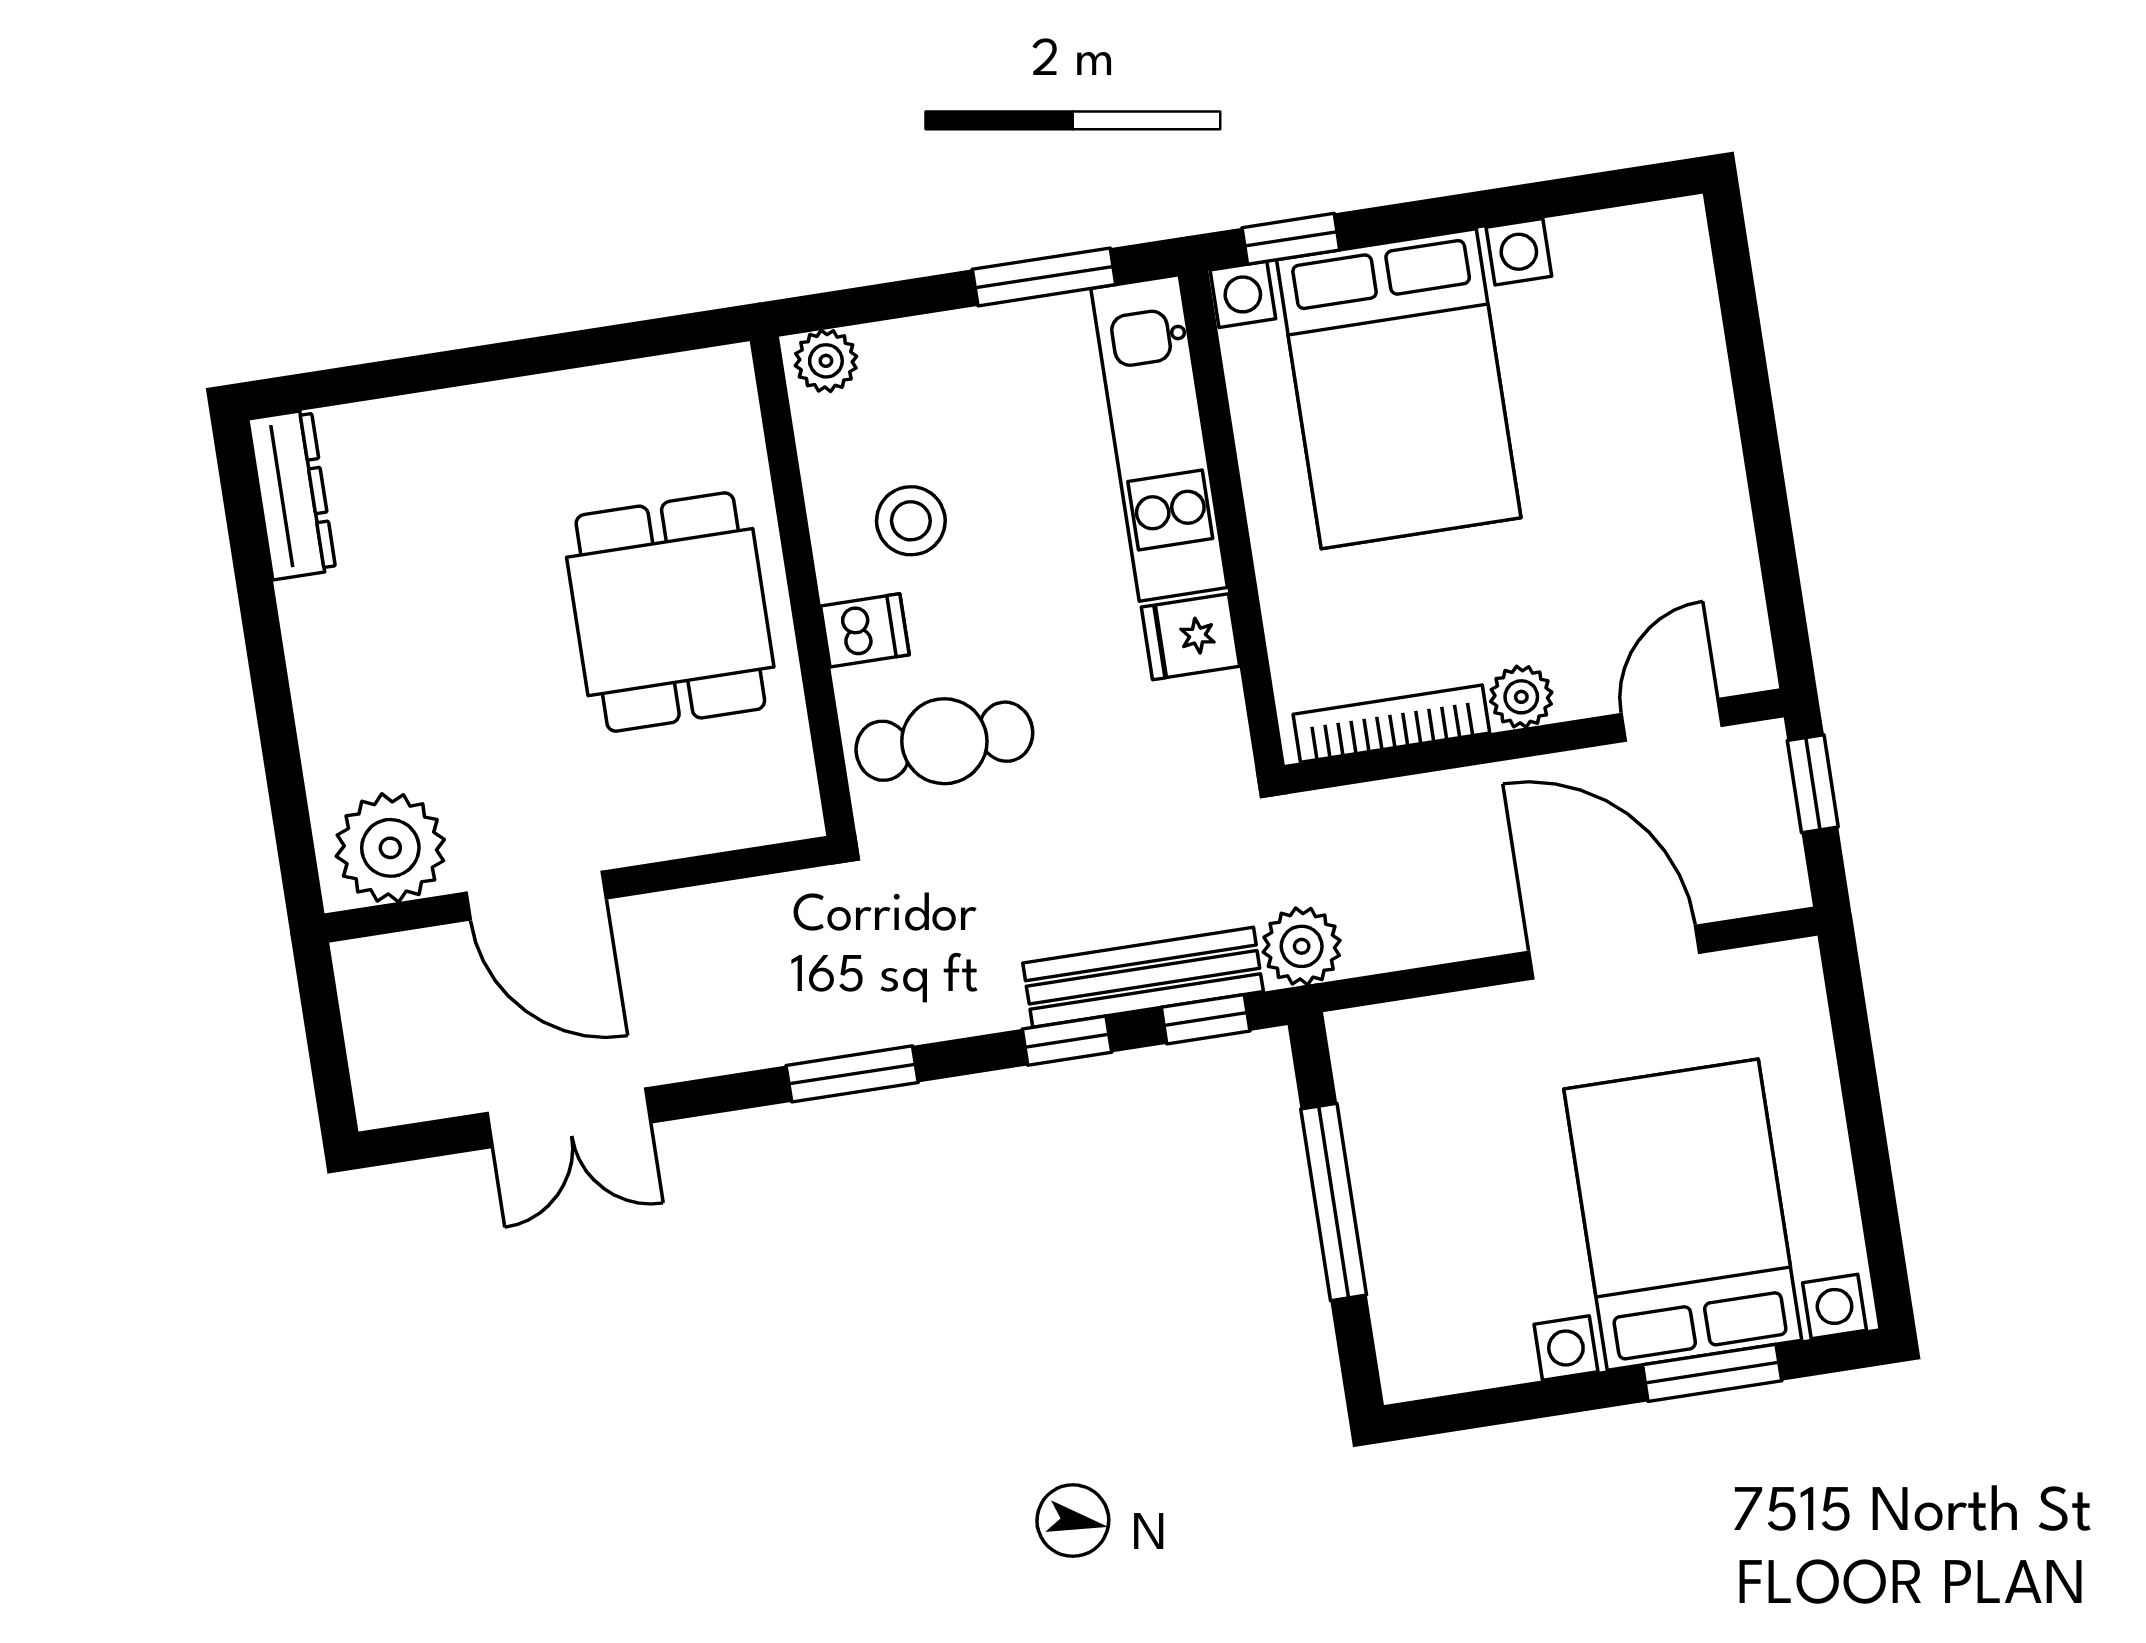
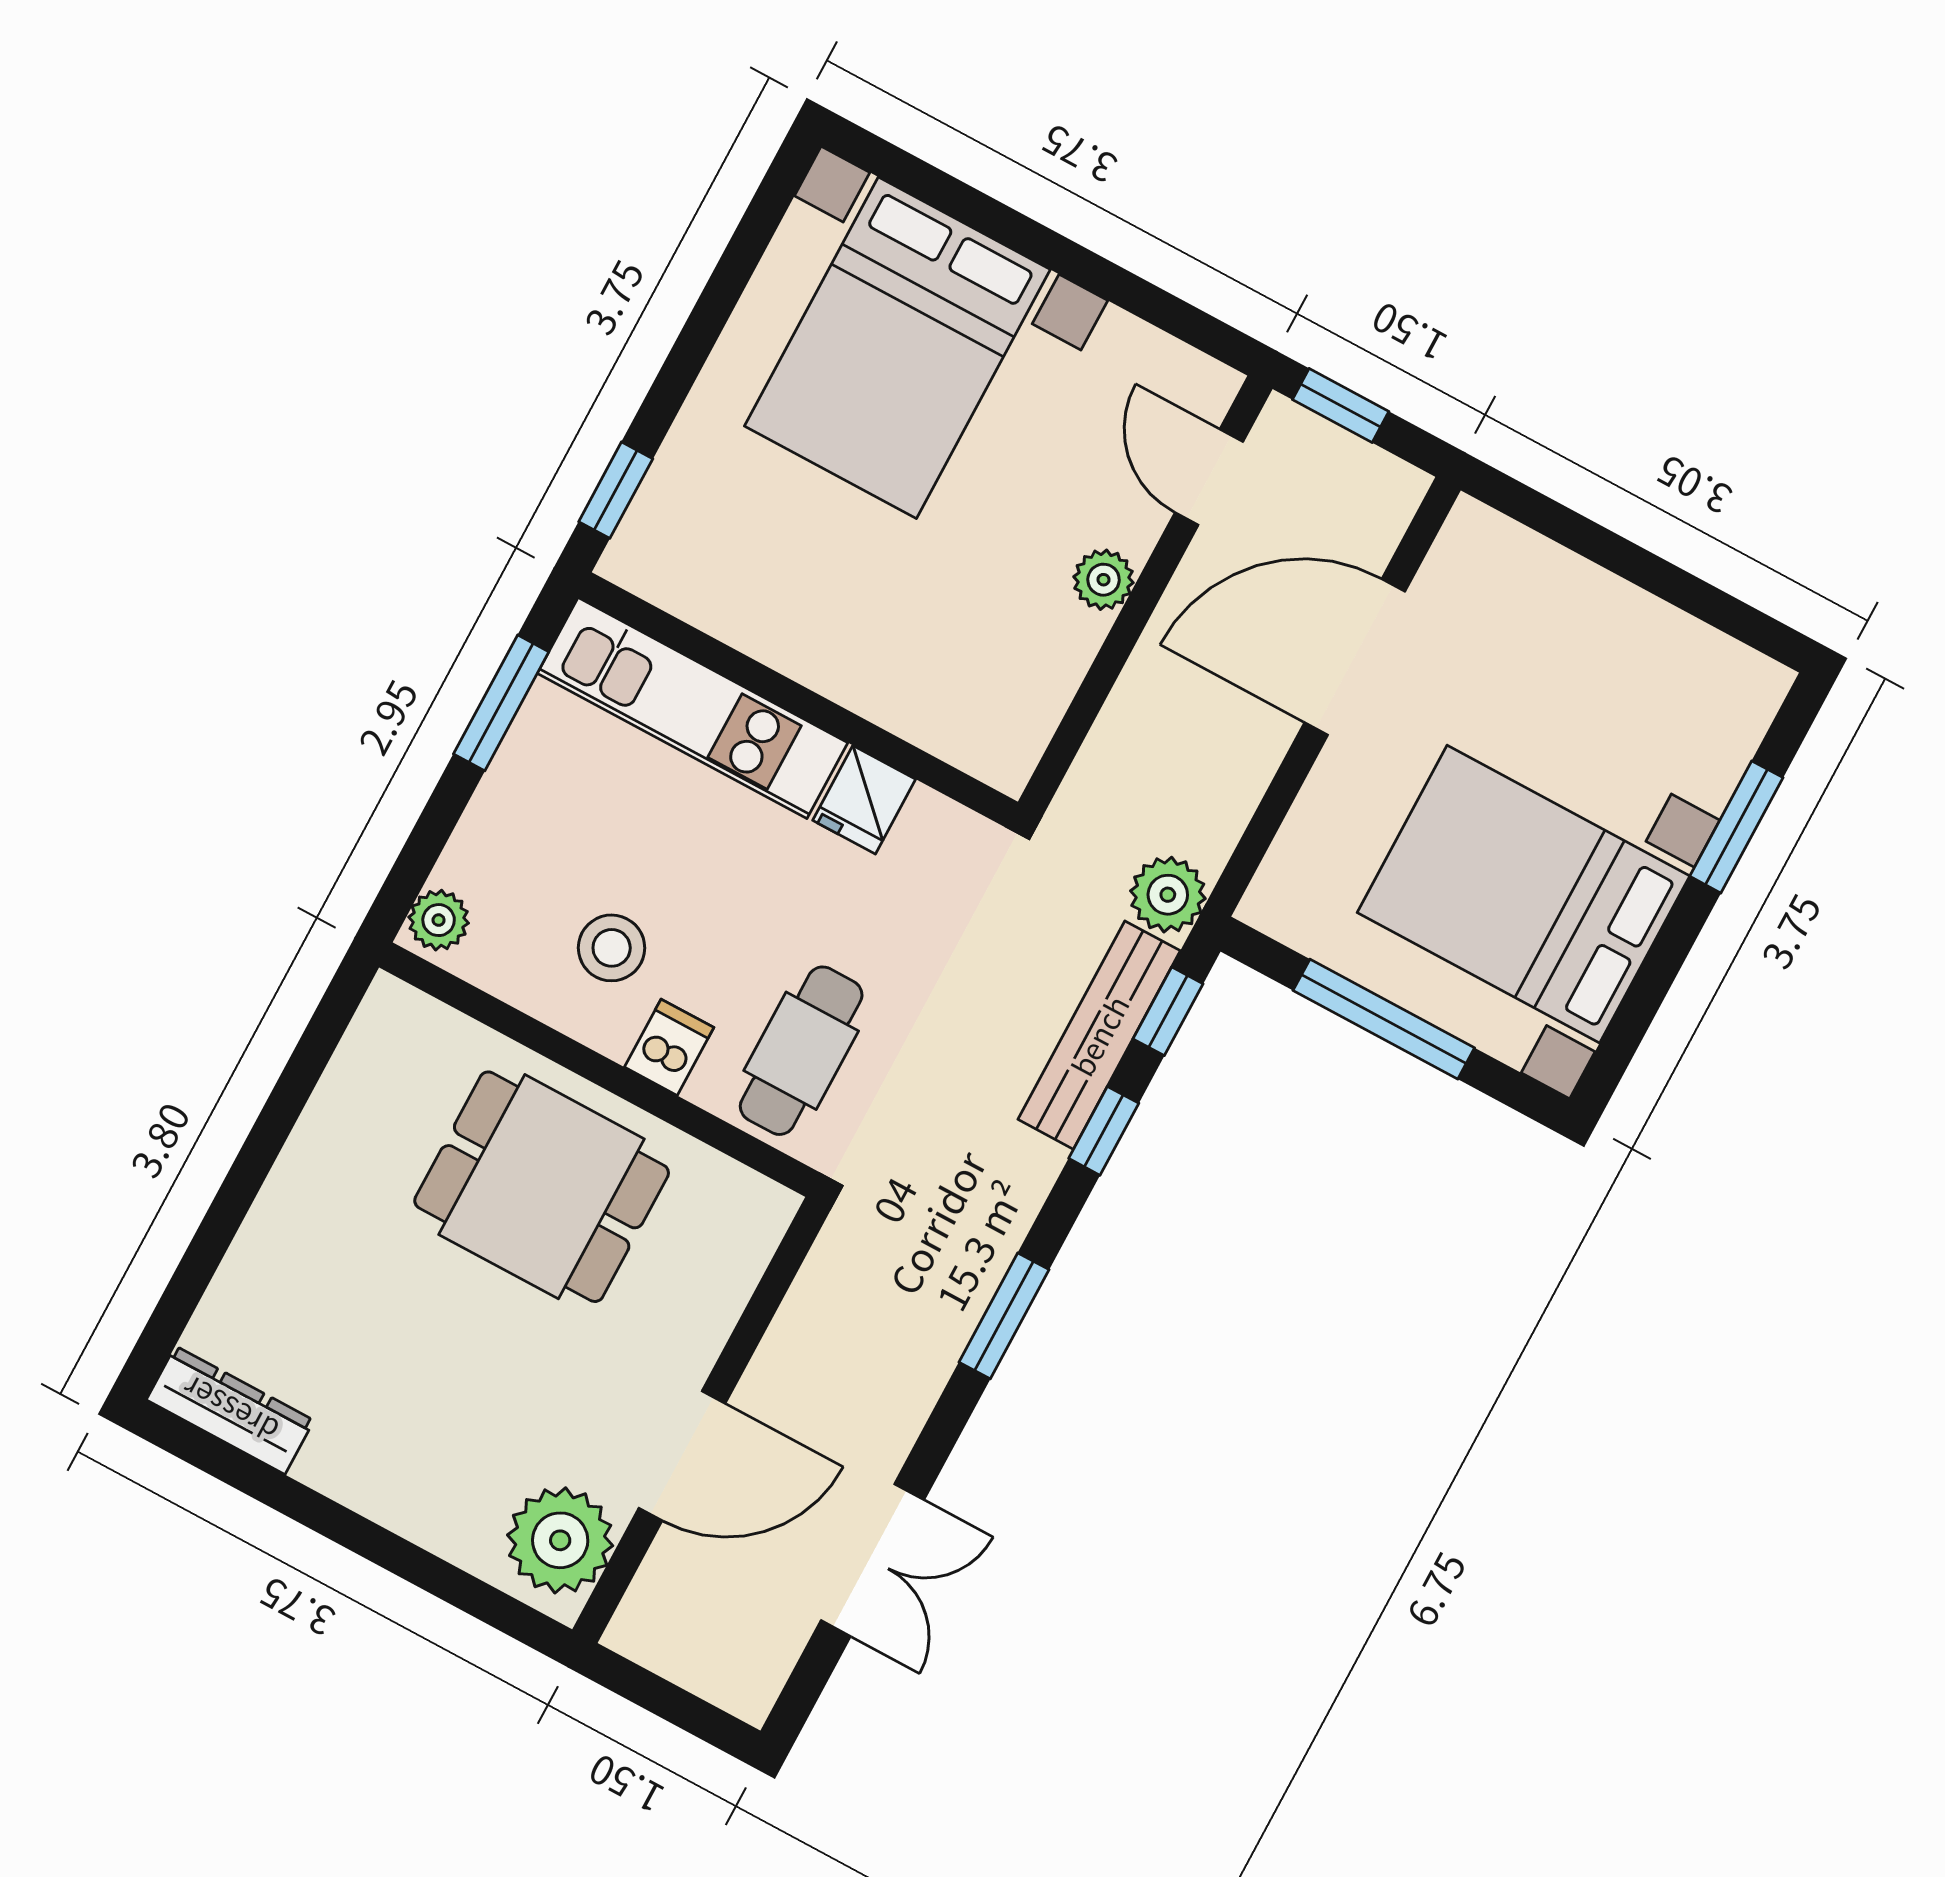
bed with nightstands: (1399, 389) -> (897, 348), moved, turned 90
bookcase: (1391, 724) -> (1048, 696), removed
bed with nightstands: (1683, 1215) -> (1523, 894), moved

